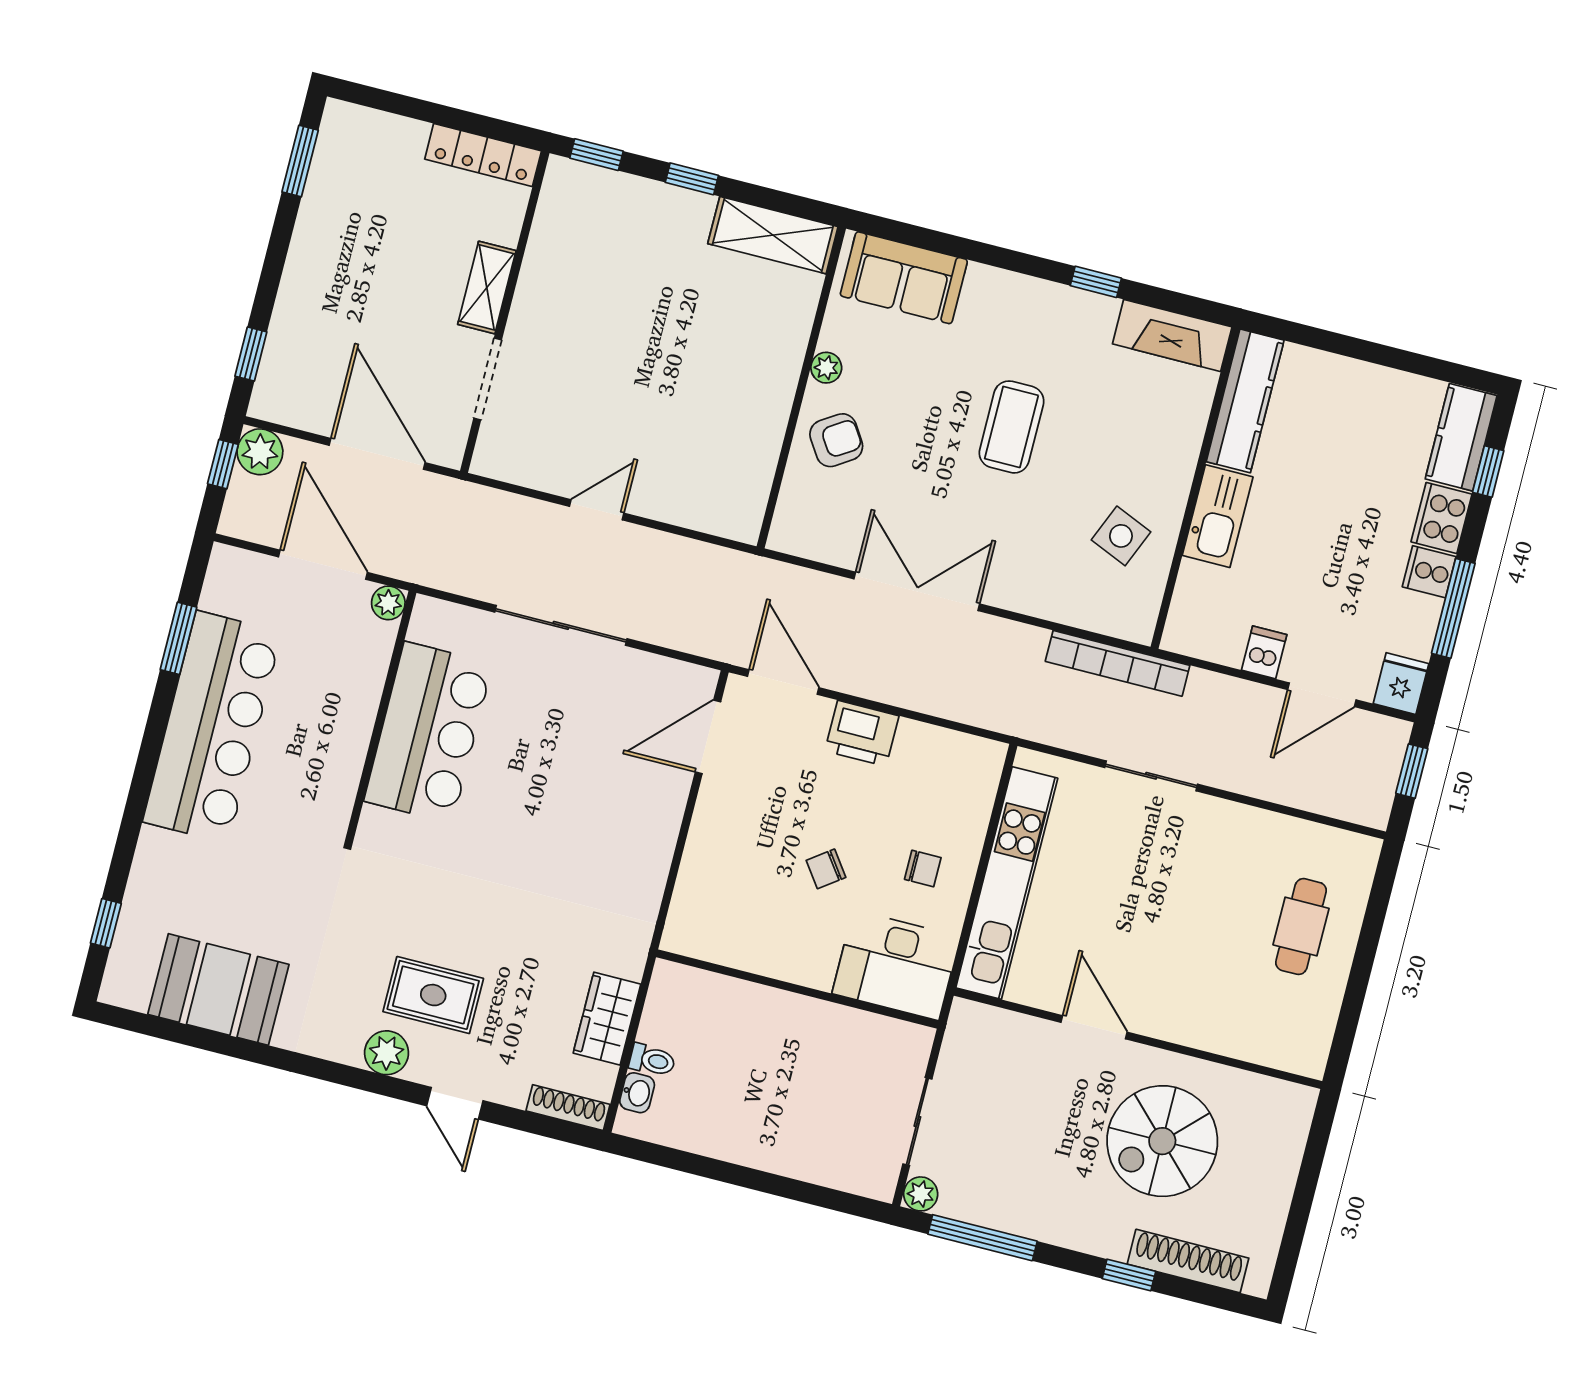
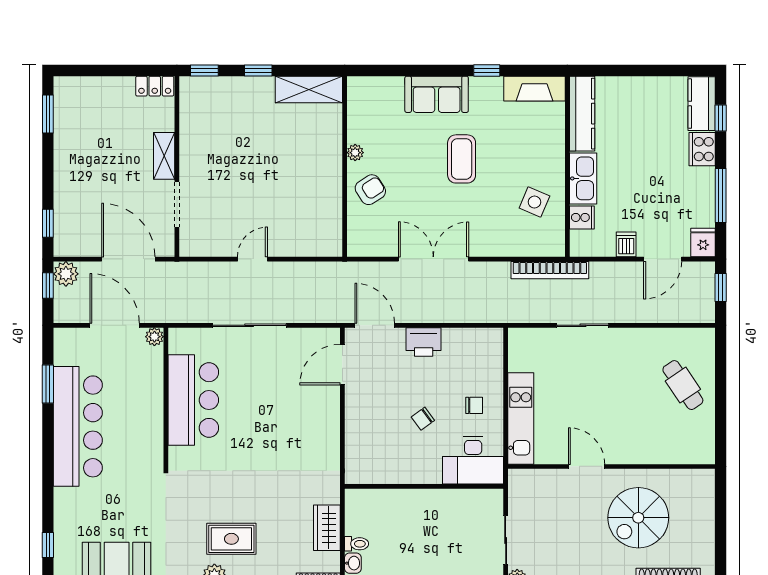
locker: (483, 155) -> (155, 86), width x0.66
sofa: (904, 278) -> (437, 94), moved
cooker: (1429, 572) -> (582, 217), moved, turned 180
kitchen unit: (1007, 883) -> (521, 418), width x0.73
cafe table: (1301, 927) -> (683, 385), turned -34

